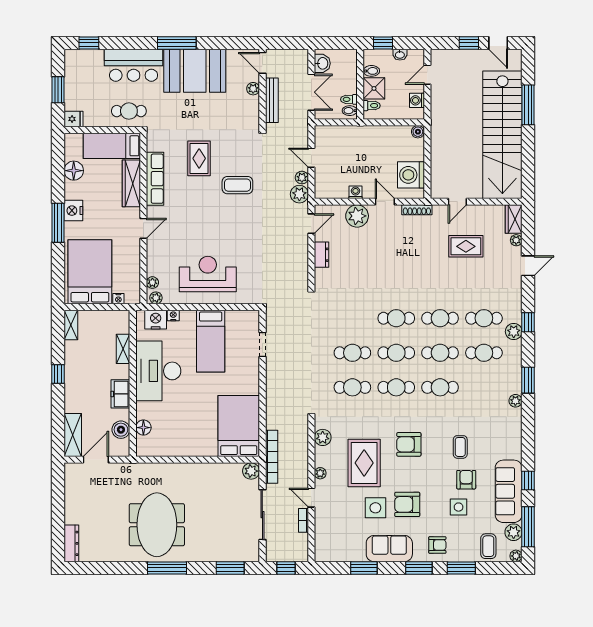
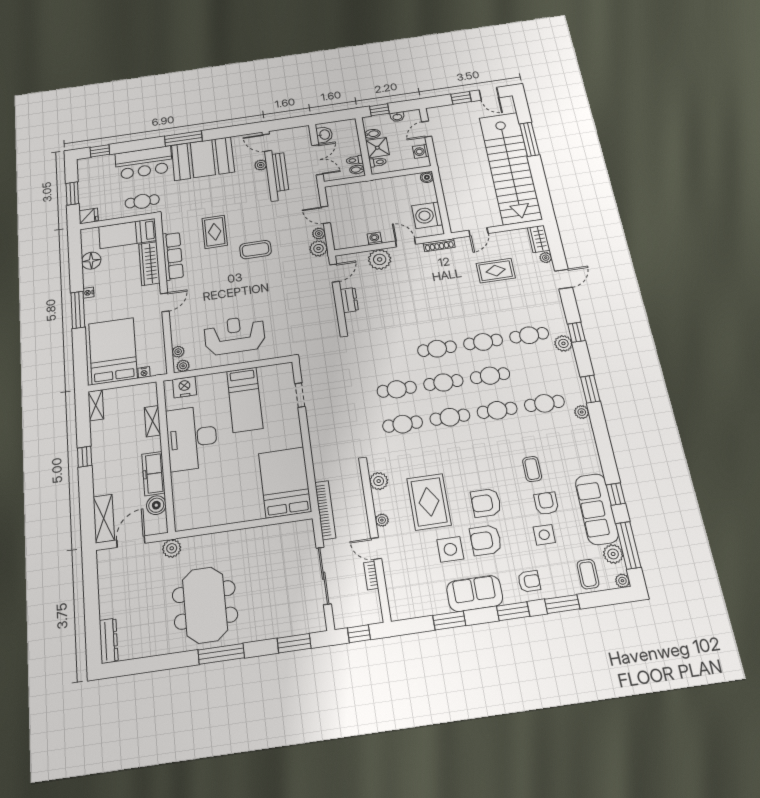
nightstand: (73, 211) -> (88, 293), width x0.53, depth x0.56
nightstand: (173, 315) -> (203, 380), removed
cafe table: (484, 353) -> (544, 403), moved
freezer: (120, 394) -> (153, 474), width x1.40
floor lamp: (143, 428) -> (181, 499), removed
armchair: (409, 444) -> (486, 503), moved
plant: (251, 471) -> (172, 548), moved

